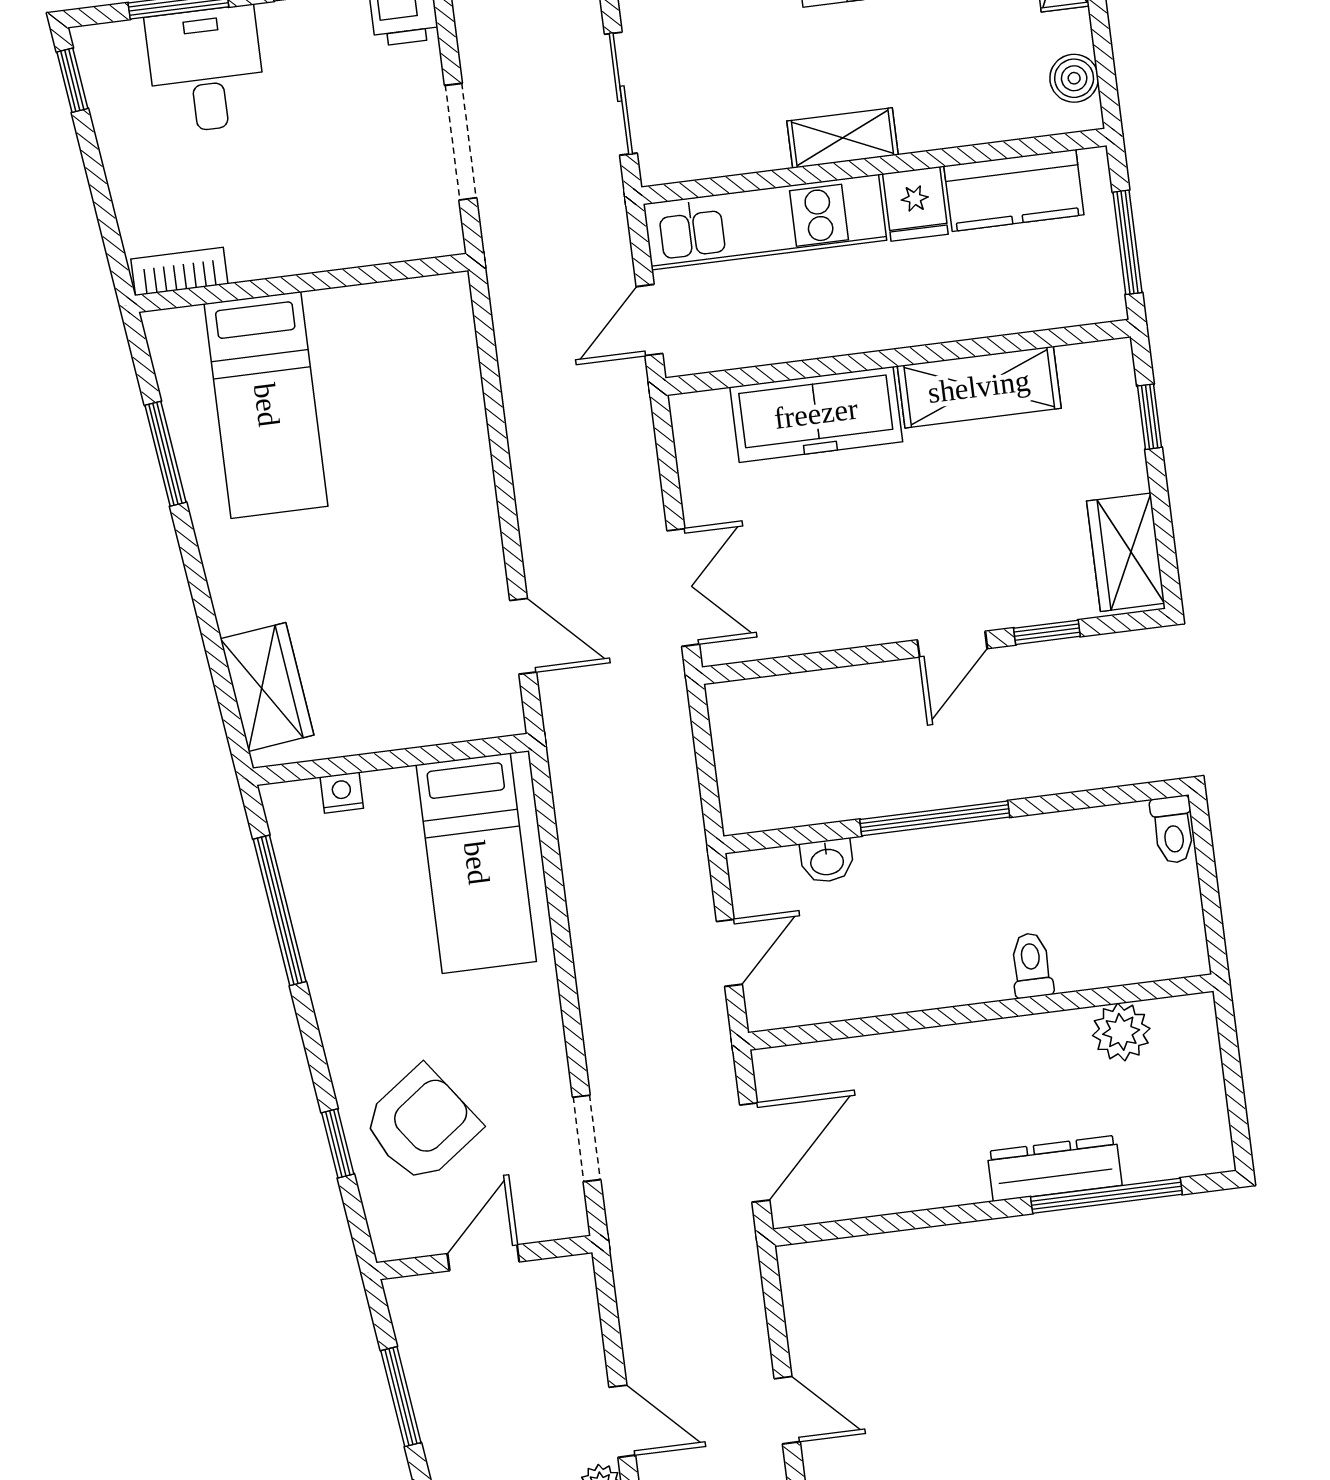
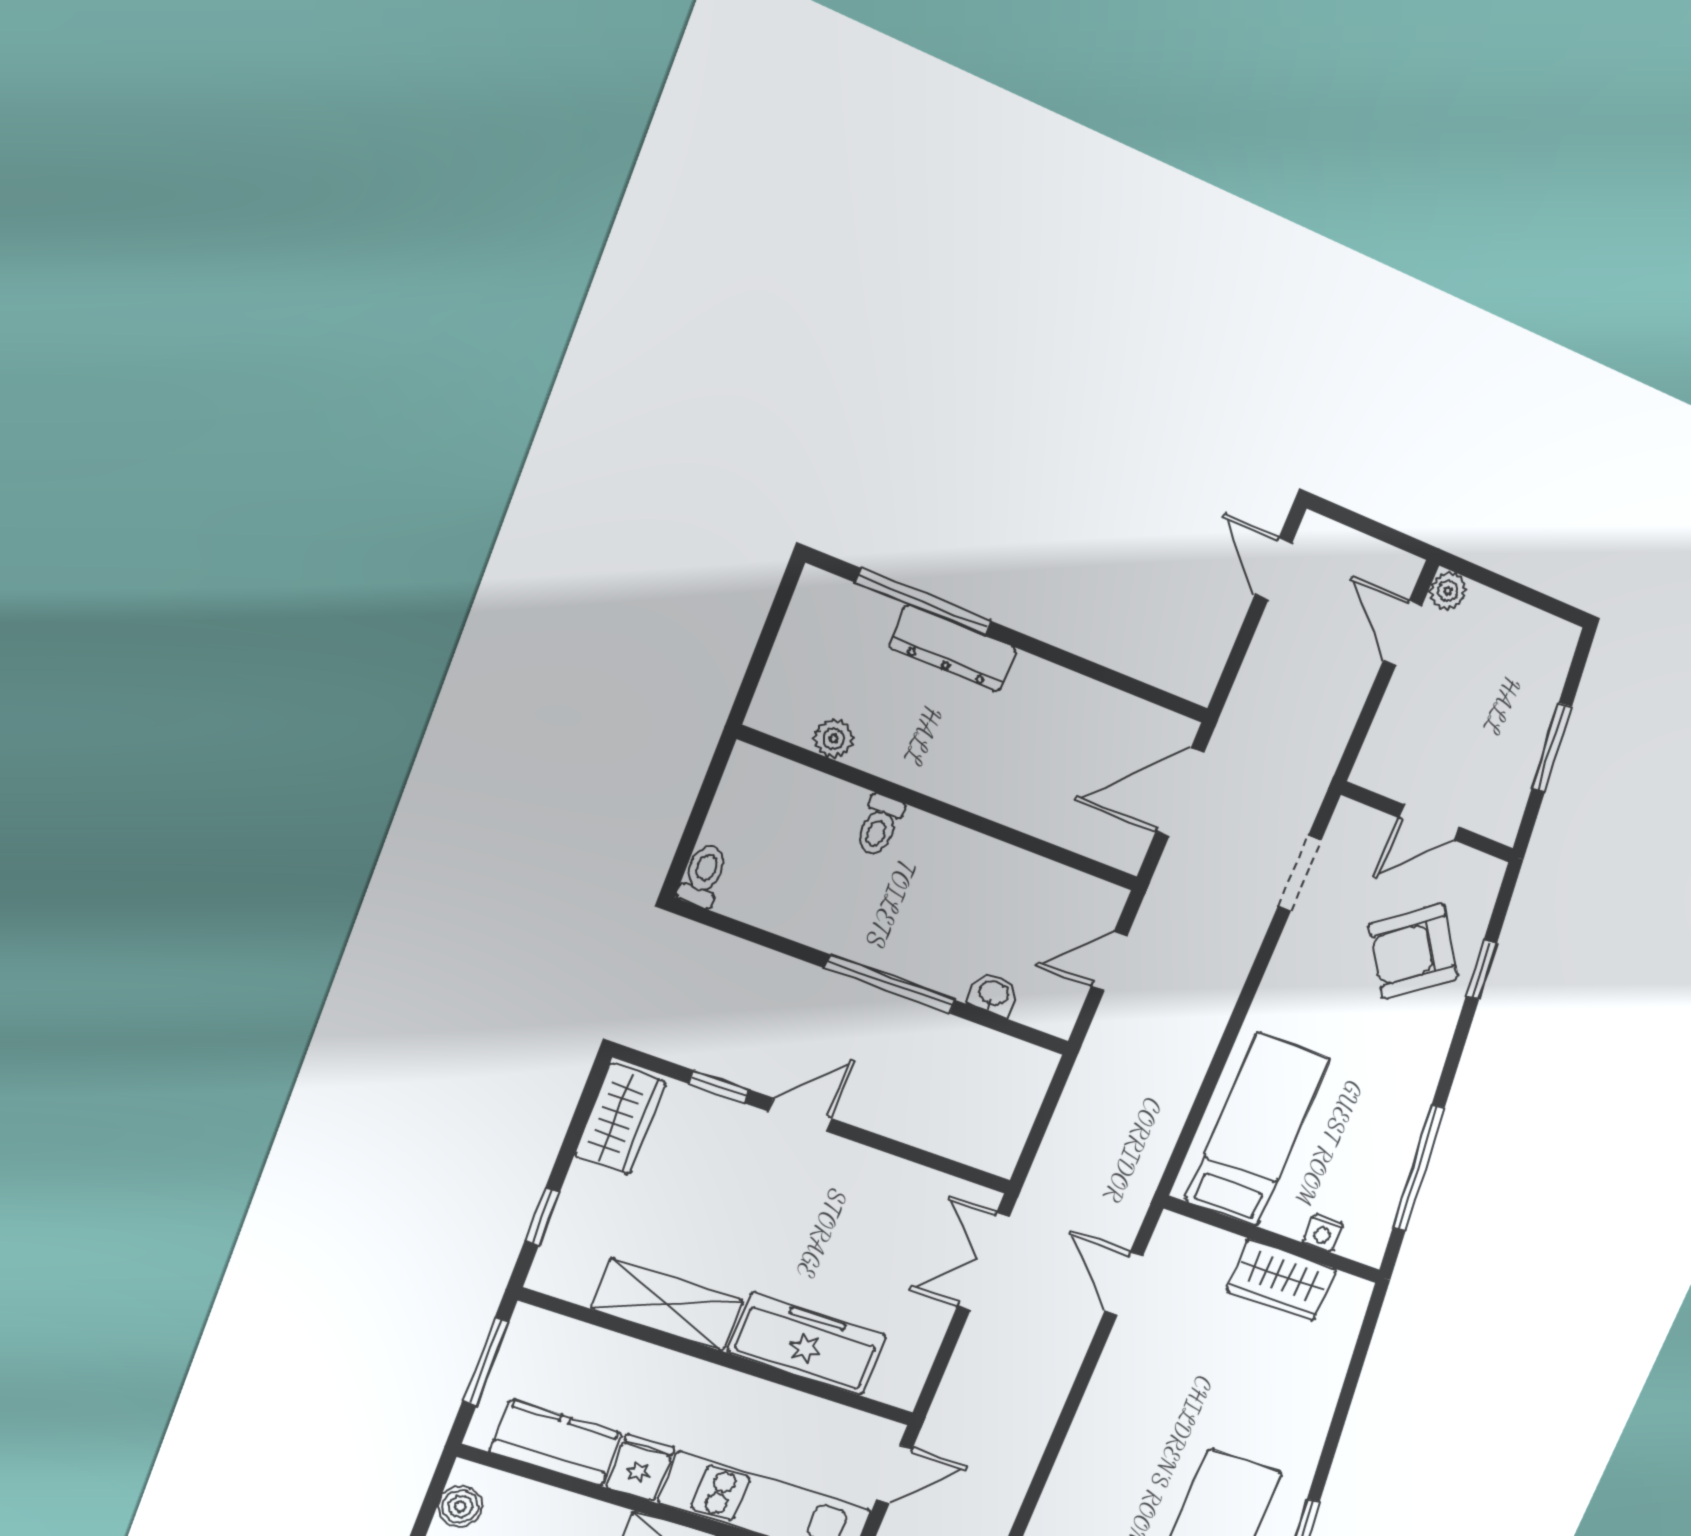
wardrobe: (267, 687) -> (1281, 1280), moved, turned -83
plant: (1121, 1032) -> (834, 738), width x0.73, depth x0.73

